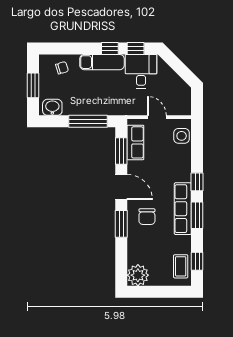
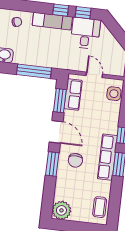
window: (197, 261) -> (114, 204), removed

